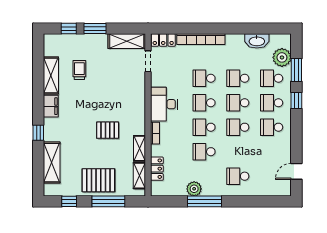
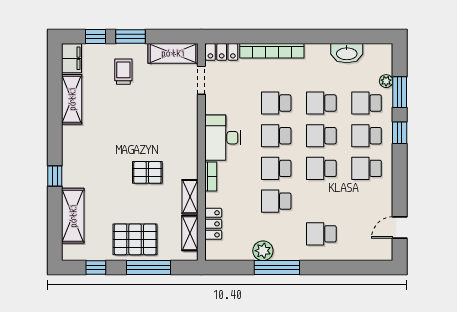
plant: (282, 57) -> (386, 81), width x0.53, depth x0.53
trolley: (79, 70) -> (123, 72), moved
filing cabinet: (51, 106) -> (72, 58), moved

